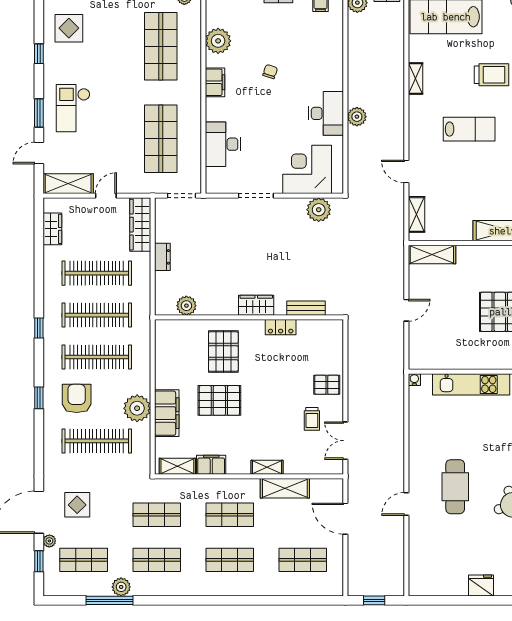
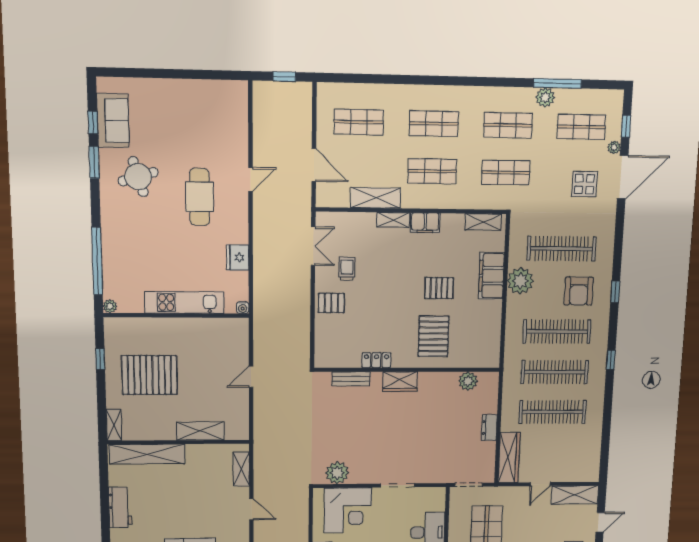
wardrobe: (52, 229) -> (592, 453), removed
shelving: (432, 254) -> (200, 431), moved
pallet: (219, 400) -> (439, 288), width x0.67, depth x0.71
filing cabinet: (211, 465) -> (425, 223), moved
fridge: (481, 586) -> (238, 257), moved, turned 90

